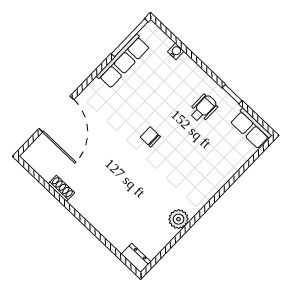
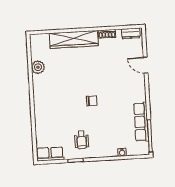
door: (56, 114) -> (146, 65), width x0.53
wardrobe: (101, 219) -> (74, 39), added
plant: (178, 219) -> (38, 67), moved
dresser: (136, 258) -> (131, 33), moved

